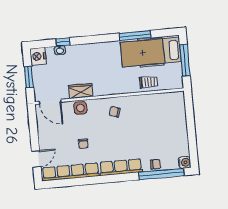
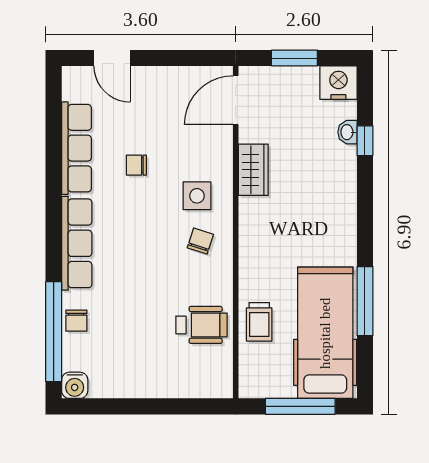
side table: (80, 108) -> (197, 196), moved
wheelchair: (152, 108) -> (202, 325), added
row of seats: (71, 172) -> (76, 148), width x0.73

